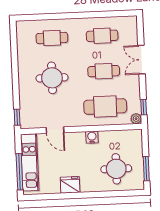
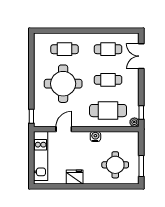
double door: (142, 60) -> (141, 56), moved
round table: (52, 78) -> (63, 84), width x1.36, depth x1.36
door: (55, 130) -> (64, 129), swing flipped
window: (19, 172) -> (31, 164), removed

